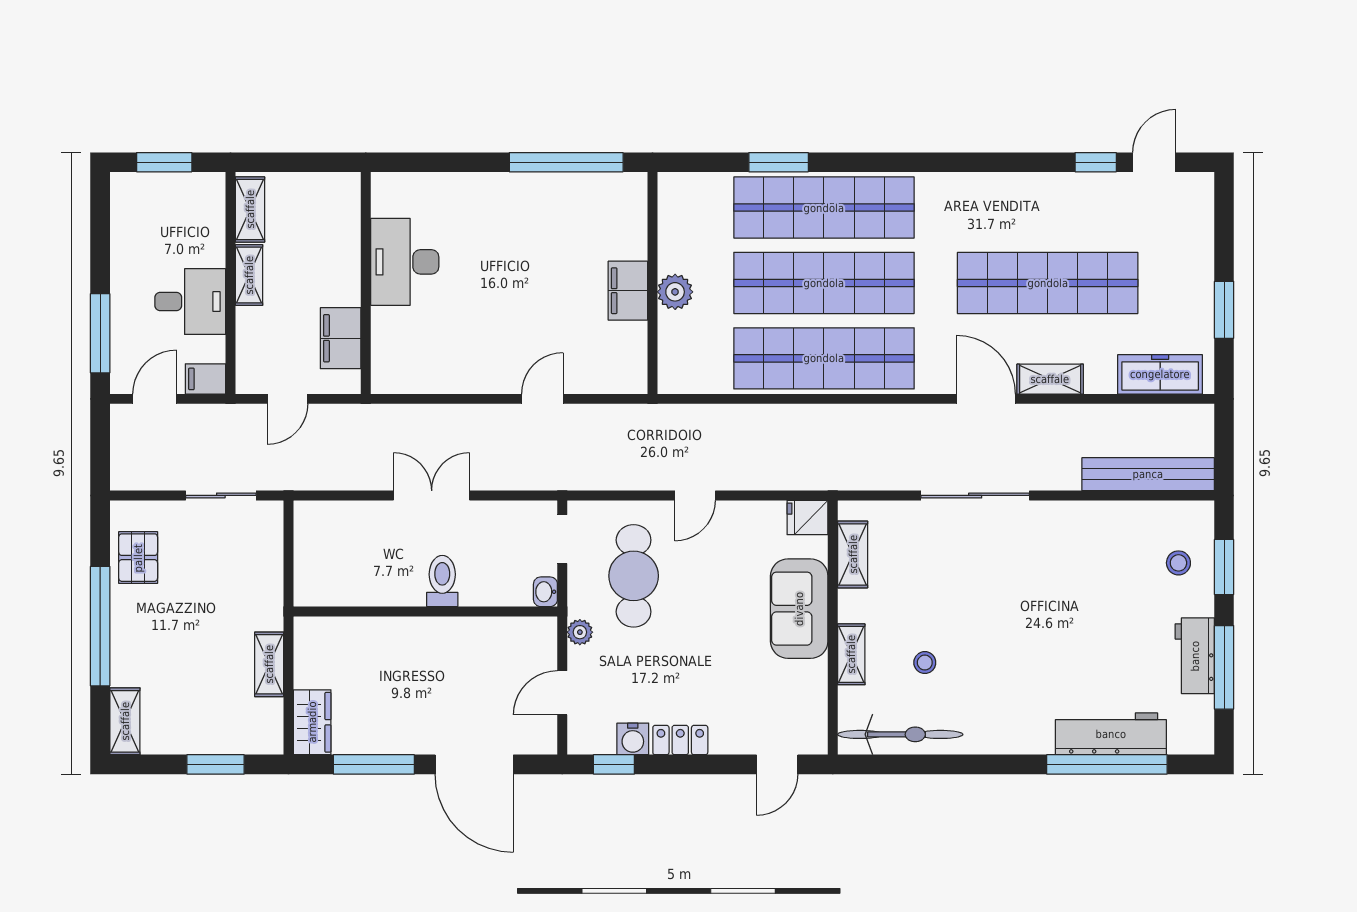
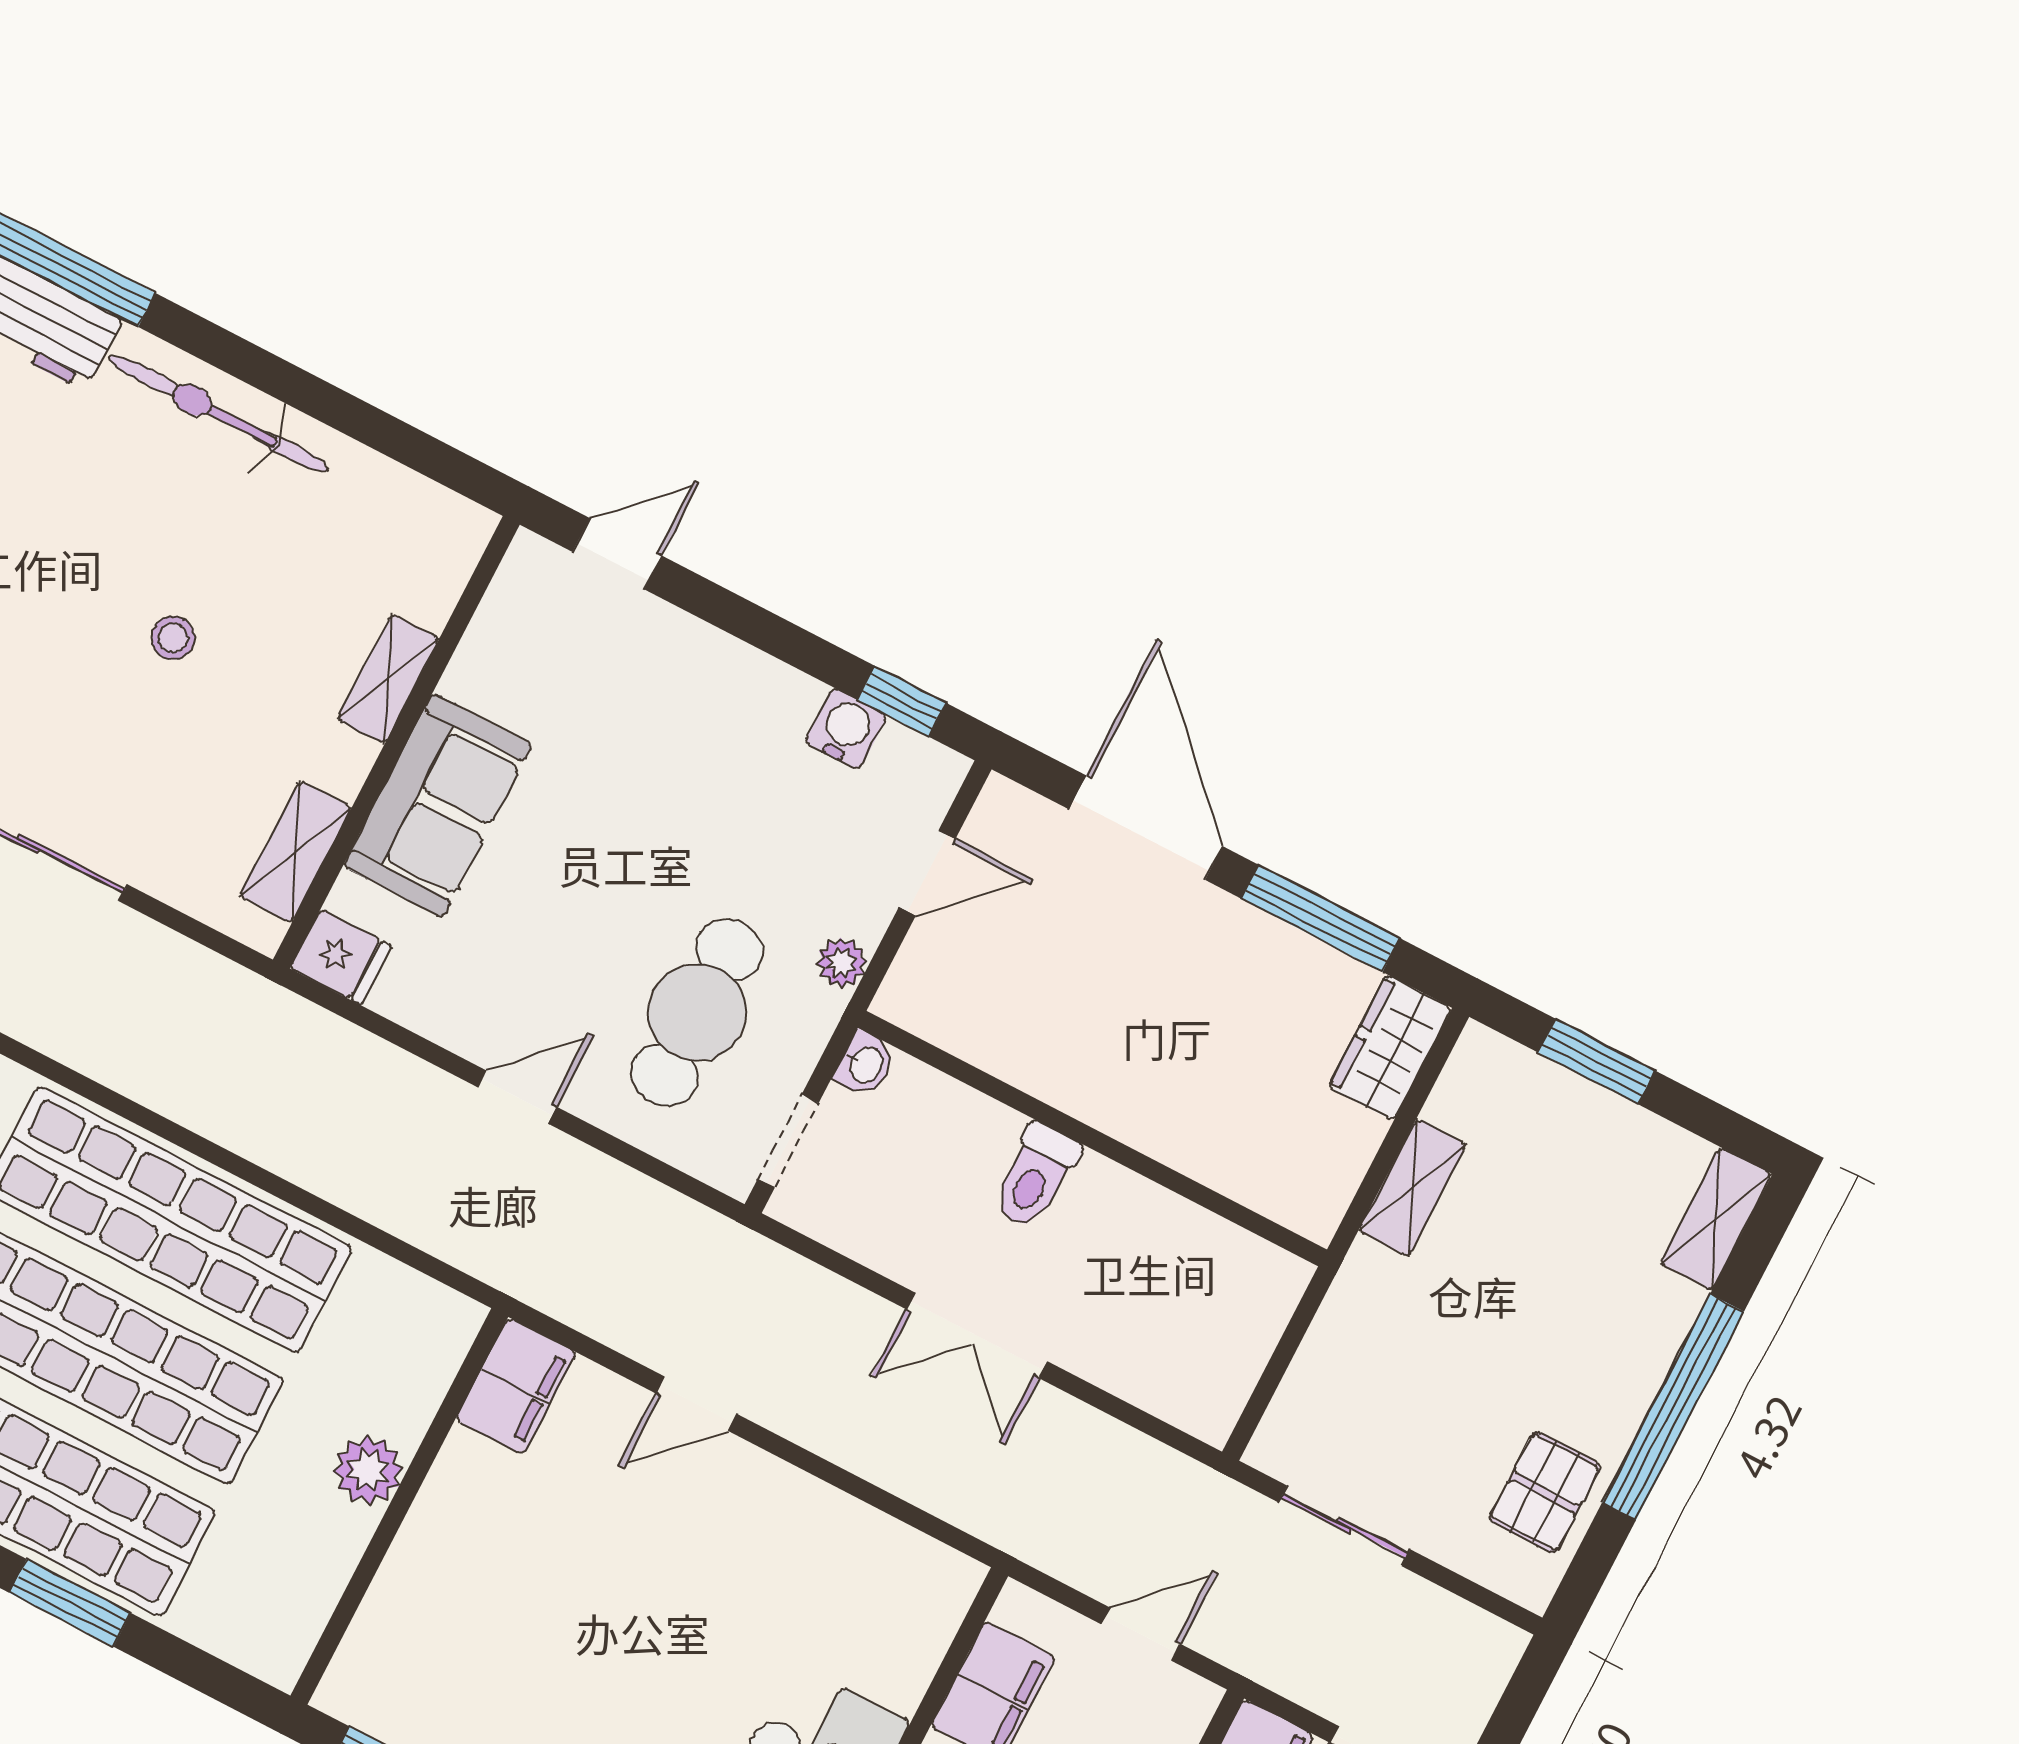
filing cabinet: (628, 291) -> (516, 1386), moved
stool: (925, 663) -> (173, 638), moved
bicycle: (900, 734) -> (219, 414), moved
locker: (680, 740) -> (764, 684), removed

